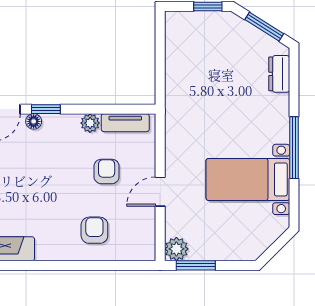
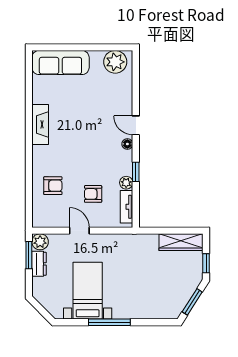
wardrobe: (177, 43) -> (181, 242), added
dresser: (279, 74) -> (39, 264), moved, turned 90
window: (46, 109) -> (136, 172), moved
armchair: (107, 171) -> (93, 194), turned 180

